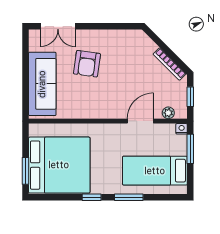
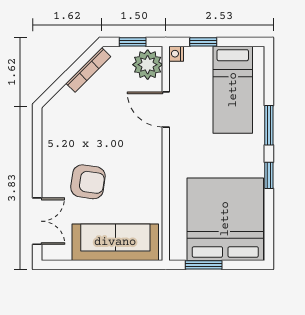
plant: (168, 113) -> (148, 65), width x1.88, depth x1.88
window: (190, 149) -> (203, 42), width x0.67
window: (26, 171) -> (204, 265), moved

